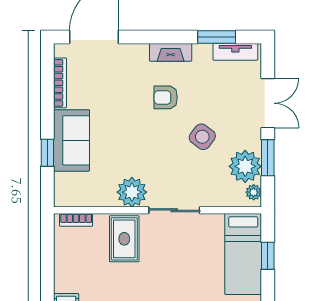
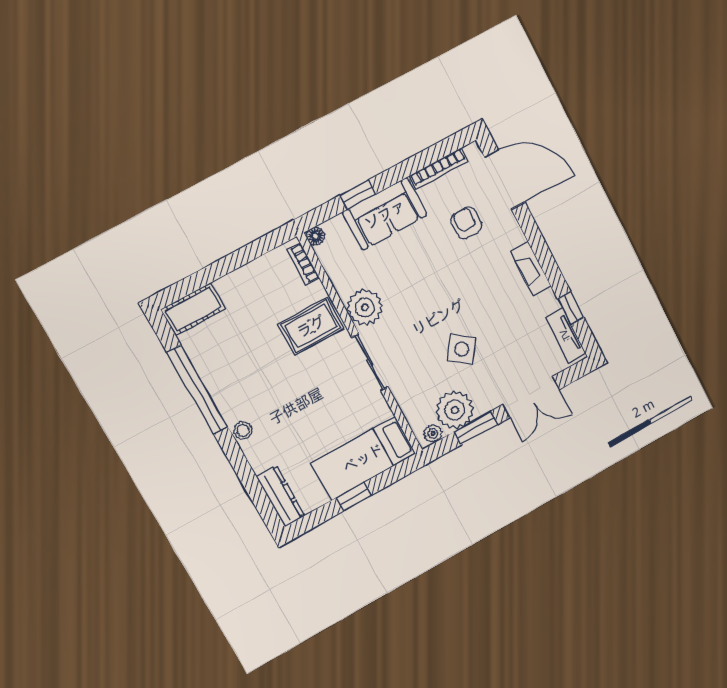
window: (217, 37) -> (571, 308), width x0.67
armchair: (166, 97) -> (466, 223), moved
floor lamp: (61, 200) -> (316, 236), added
window: (268, 256) -> (354, 497), moved

